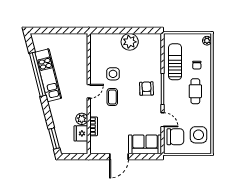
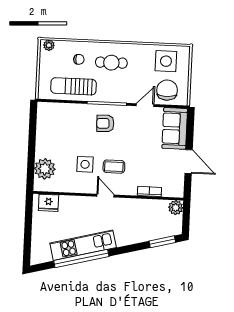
plant: (130, 42) -> (45, 169), moved
plant: (82, 119) -> (176, 208), moved
fridge: (81, 133) -> (48, 203), moved

